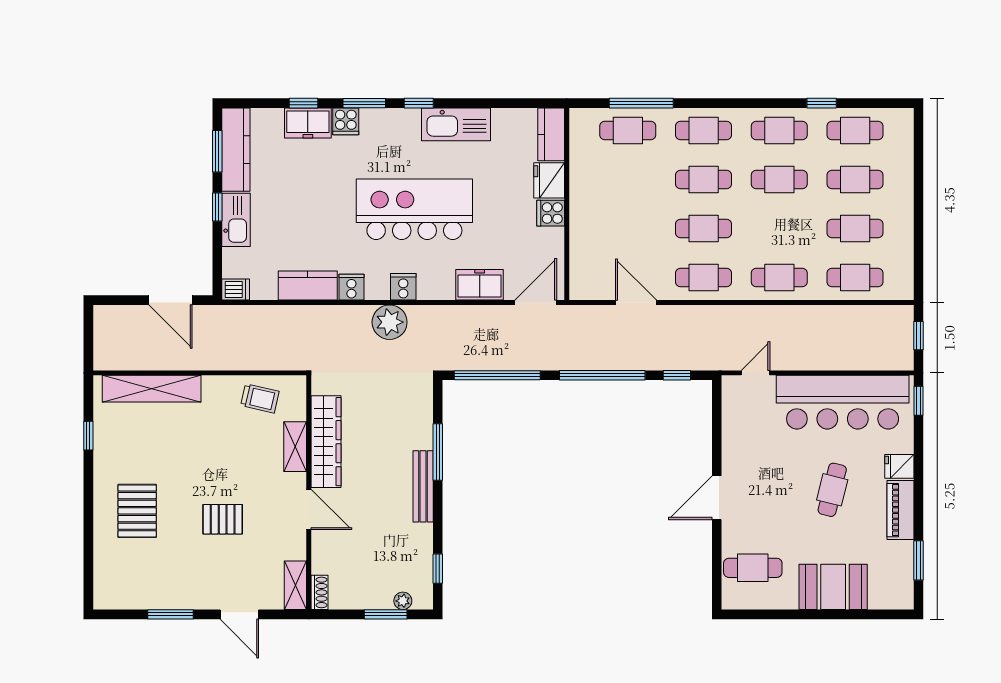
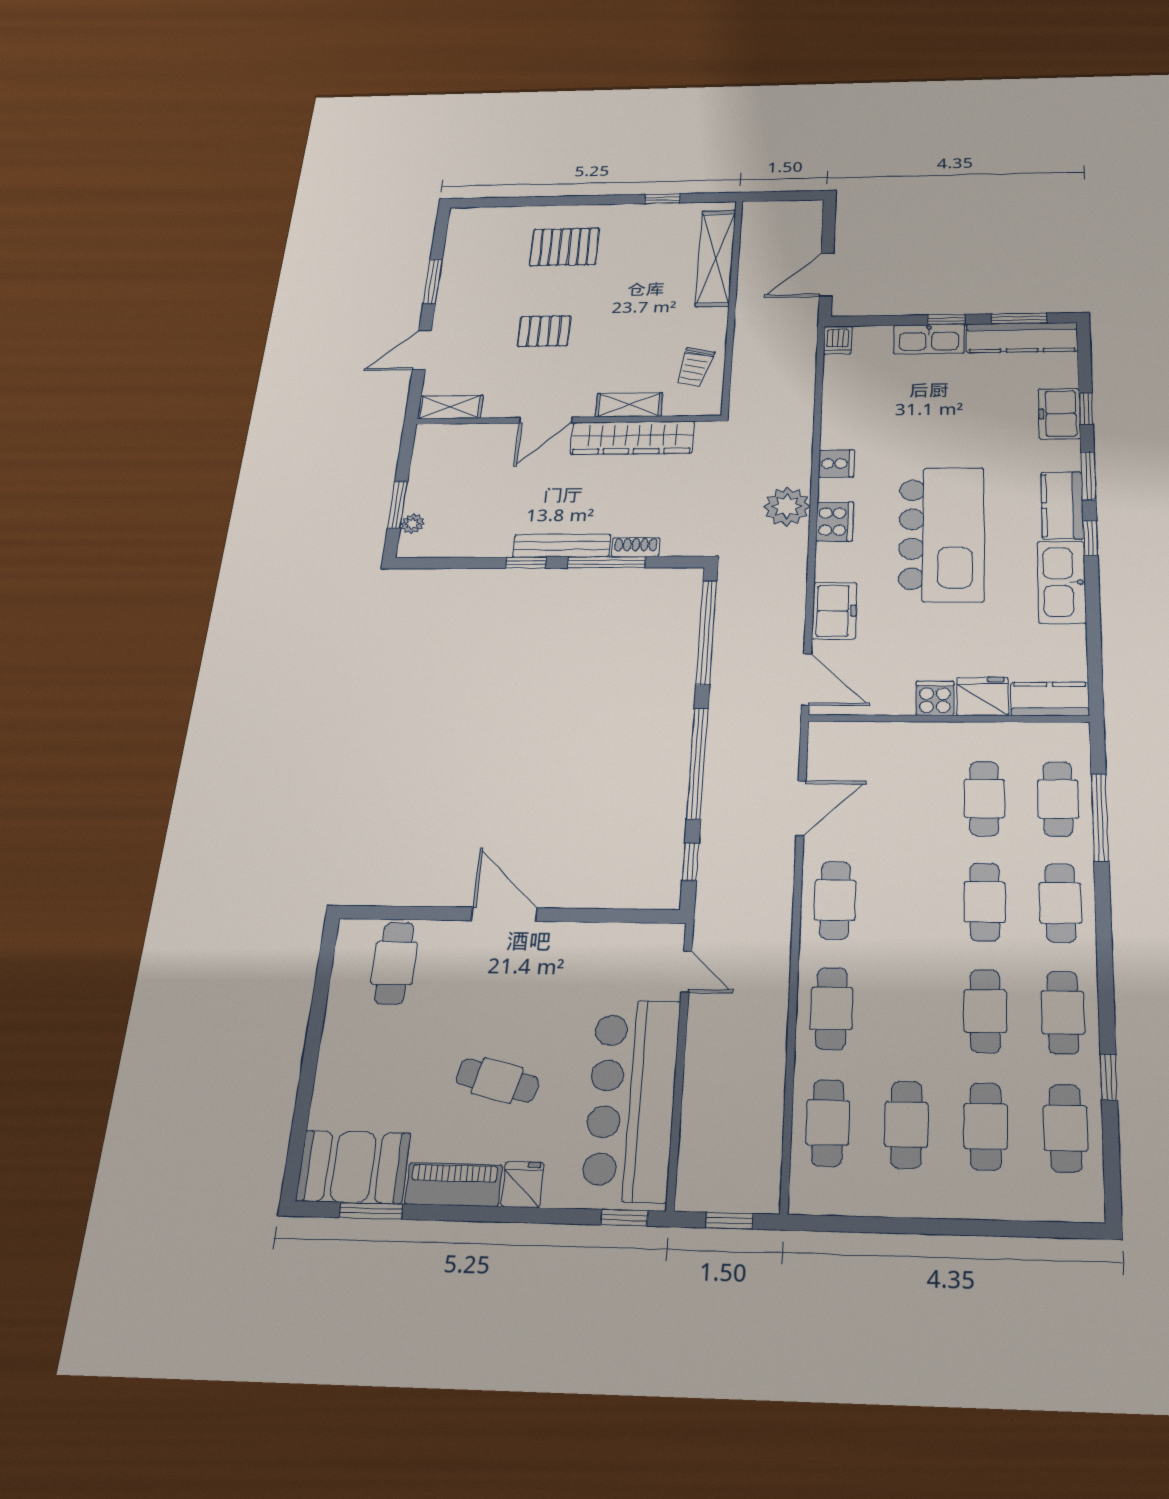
cooker: (346, 121) -> (1062, 455), removed
cafe table: (704, 229) -> (984, 798), moved
kitchen counter: (308, 285) -> (1062, 505), moved, turned 180
cooker: (403, 287) -> (835, 522), width x1.36
pallet: (223, 519) -> (544, 331), turned 90
window: (438, 569) -> (526, 563), moved
booth: (833, 587) -> (353, 1167), moved, turned 90
shoe rack: (320, 592) -> (636, 547), moved, turned 180

